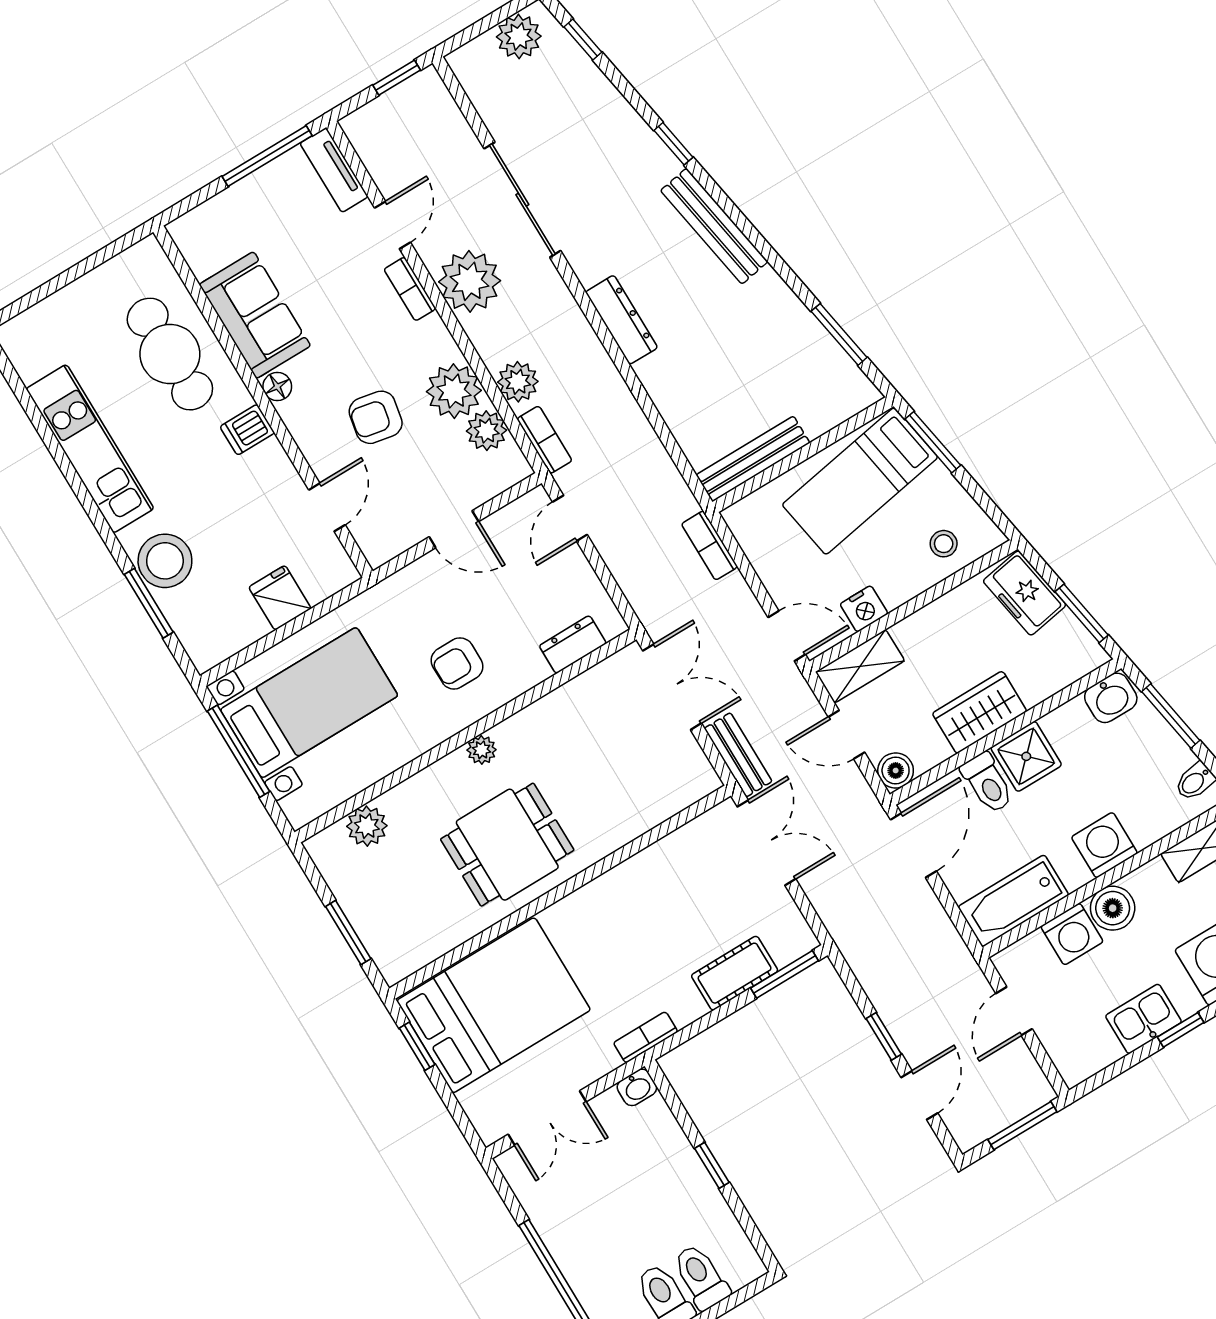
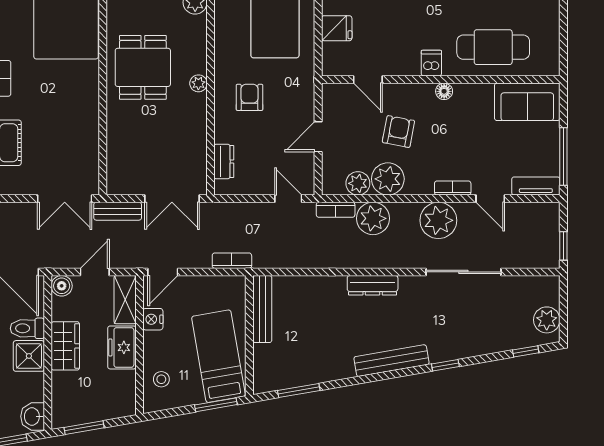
sofa: (255, 315) -> (527, 102), moved
plant: (518, 382) -> (373, 218), width x1.36, depth x1.36
freezer: (1025, 593) -> (122, 347), moved, turned -80

